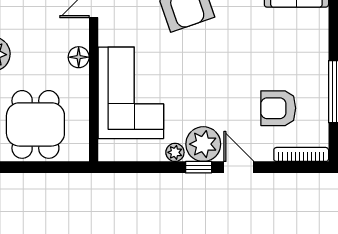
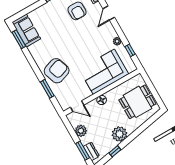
plant: (203, 144) -> (108, 32), removed
window: (199, 167) -> (130, 50), moved

